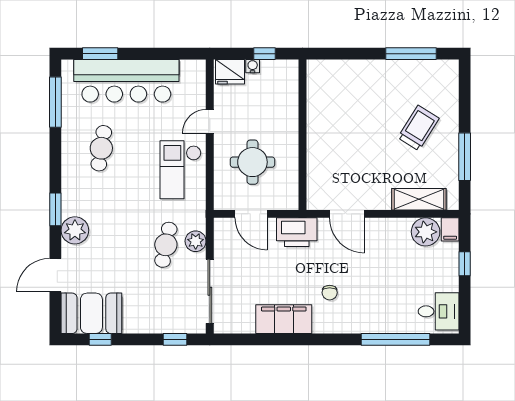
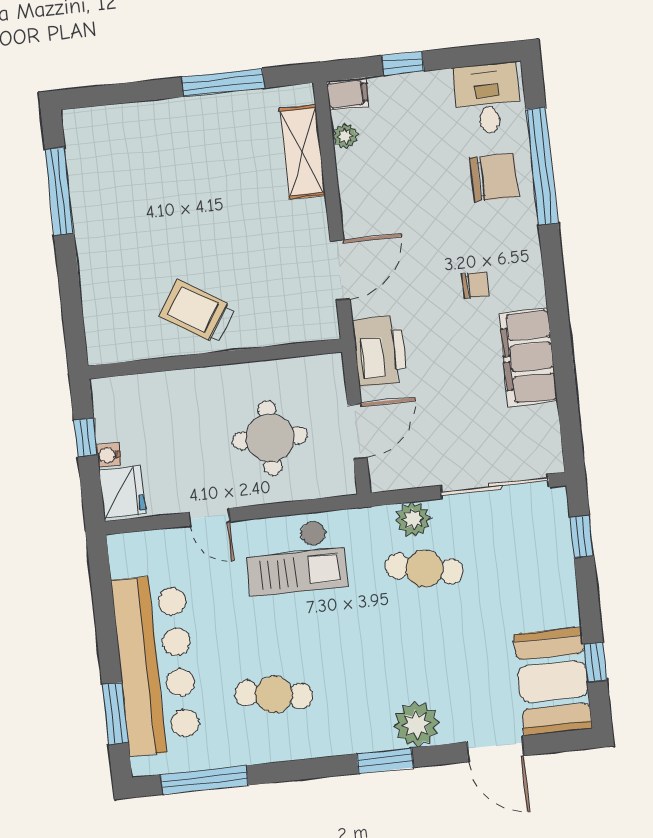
trolley: (418, 128) -> (197, 312), moved
plant: (426, 232) -> (345, 136), width x0.53, depth x0.53
chair: (392, 310) -> (494, 177), added

